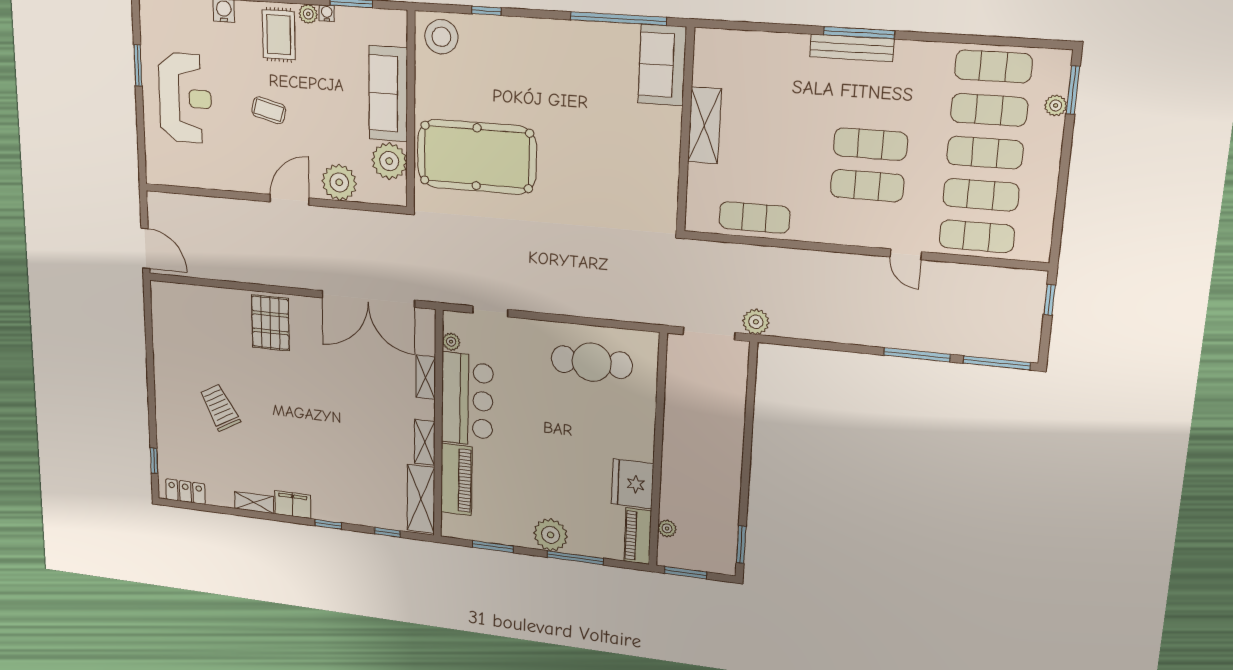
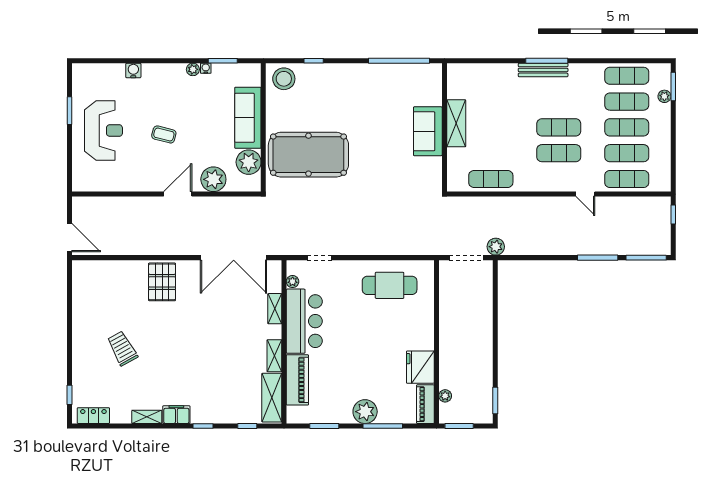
rug: (279, 35) -> (172, 84), removed
sofa: (662, 65) -> (428, 131), moved

